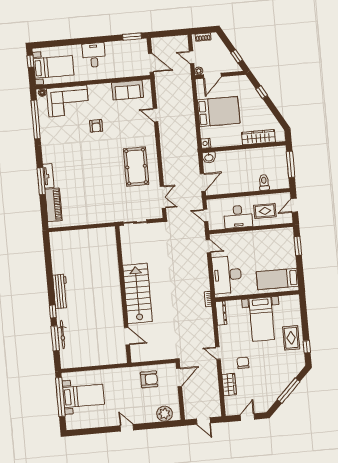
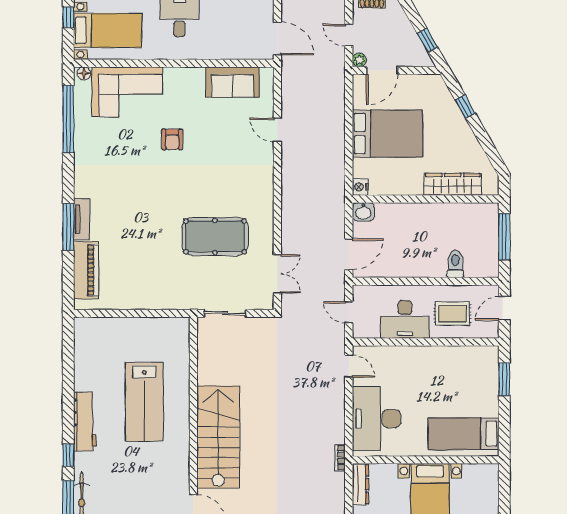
pool table: (136, 167) -> (215, 236), moved, turned 90
lab bench: (93, 277) -> (144, 402), added

